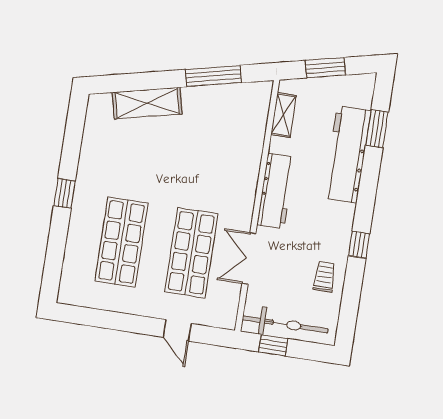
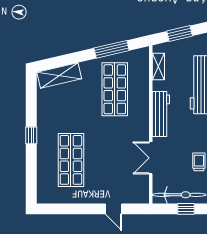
shelving: (147, 103) -> (59, 76), moved
shop shelf: (191, 253) -> (115, 89), moved
window: (273, 345) -> (186, 209), moved

